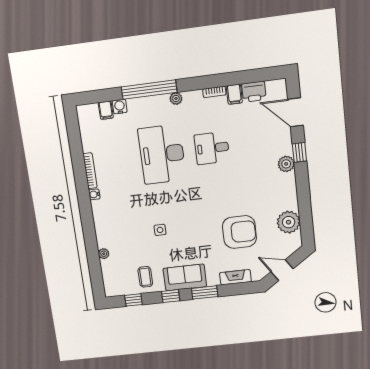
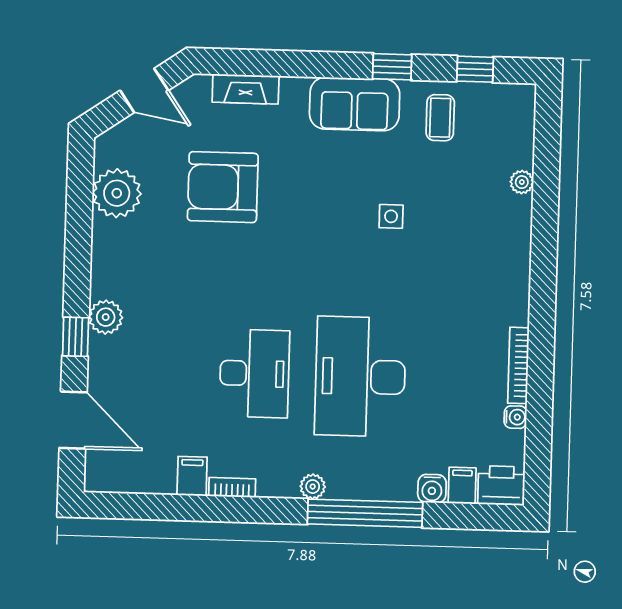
printer: (254, 92) -> (501, 486), moved
desk: (212, 148) -> (254, 373), width x1.37
desk: (162, 154) -> (360, 377), turned 180
water cooler: (94, 194) -> (515, 417), moved
window: (205, 292) -> (317, 65), removed

